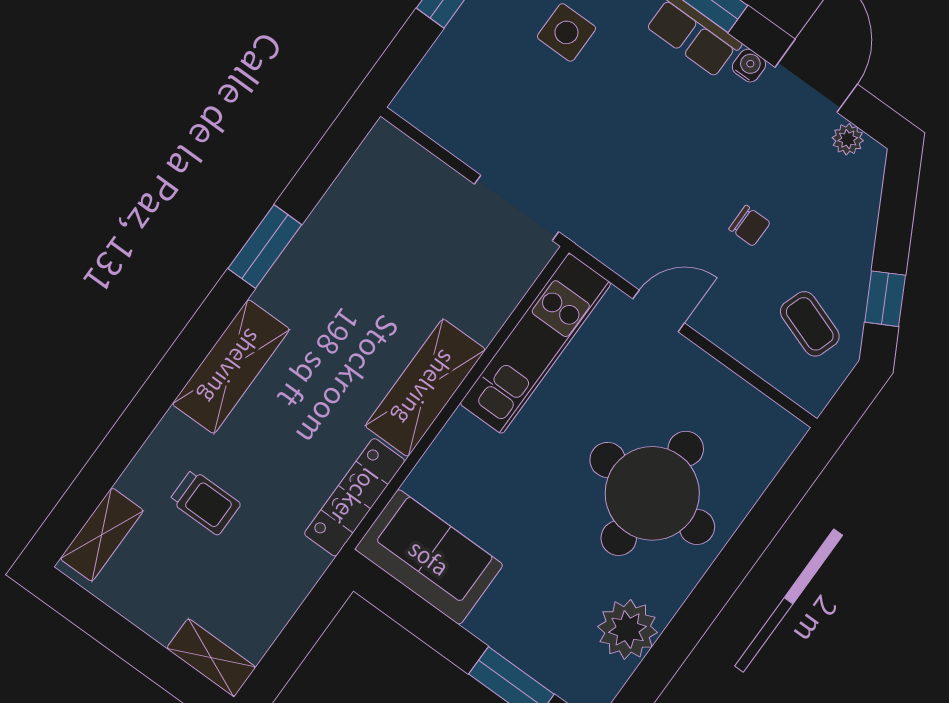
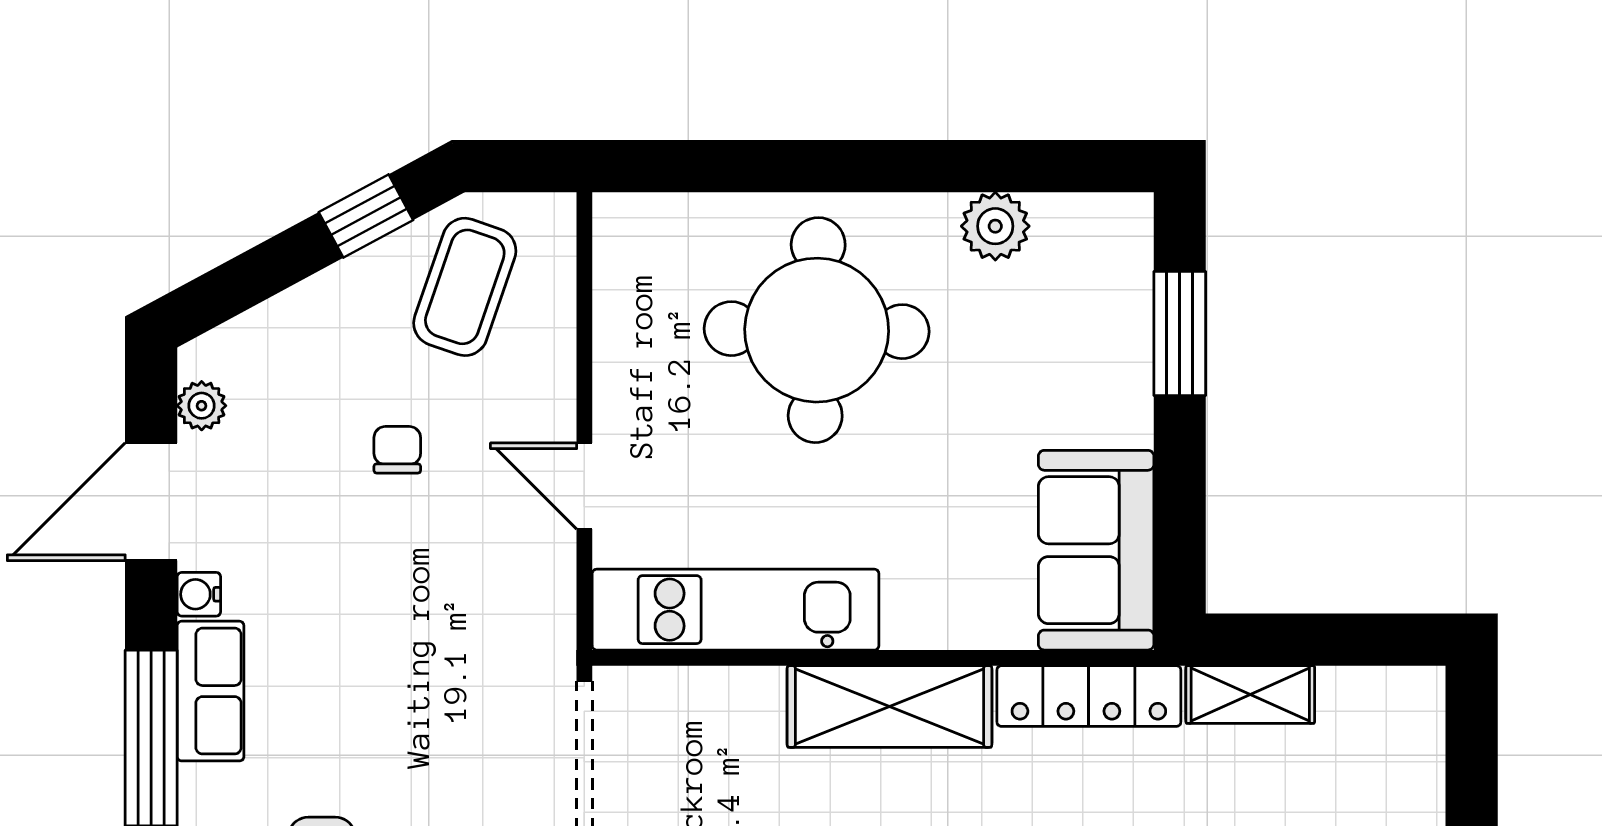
coffee table: (810, 324) -> (465, 287), width x1.36, depth x1.30
plant: (628, 629) -> (995, 226), width x0.73, depth x0.73
shelving: (211, 658) -> (1250, 695), moved, turned 90

